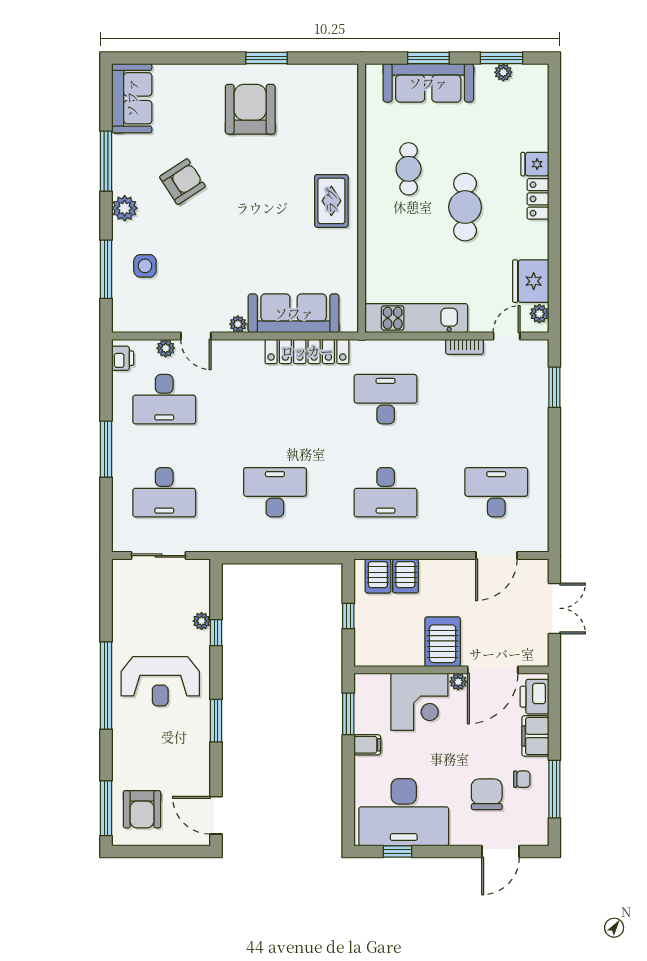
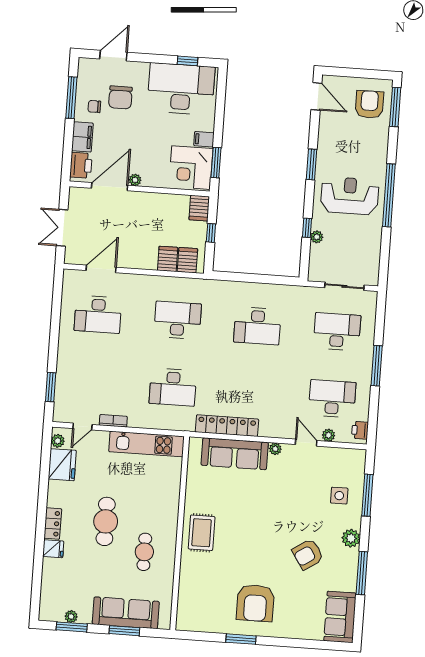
server rack: (443, 642) -> (199, 208), moved, width x0.73, depth x0.70
corner desk: (419, 702) -> (191, 168), moved, turned -90

